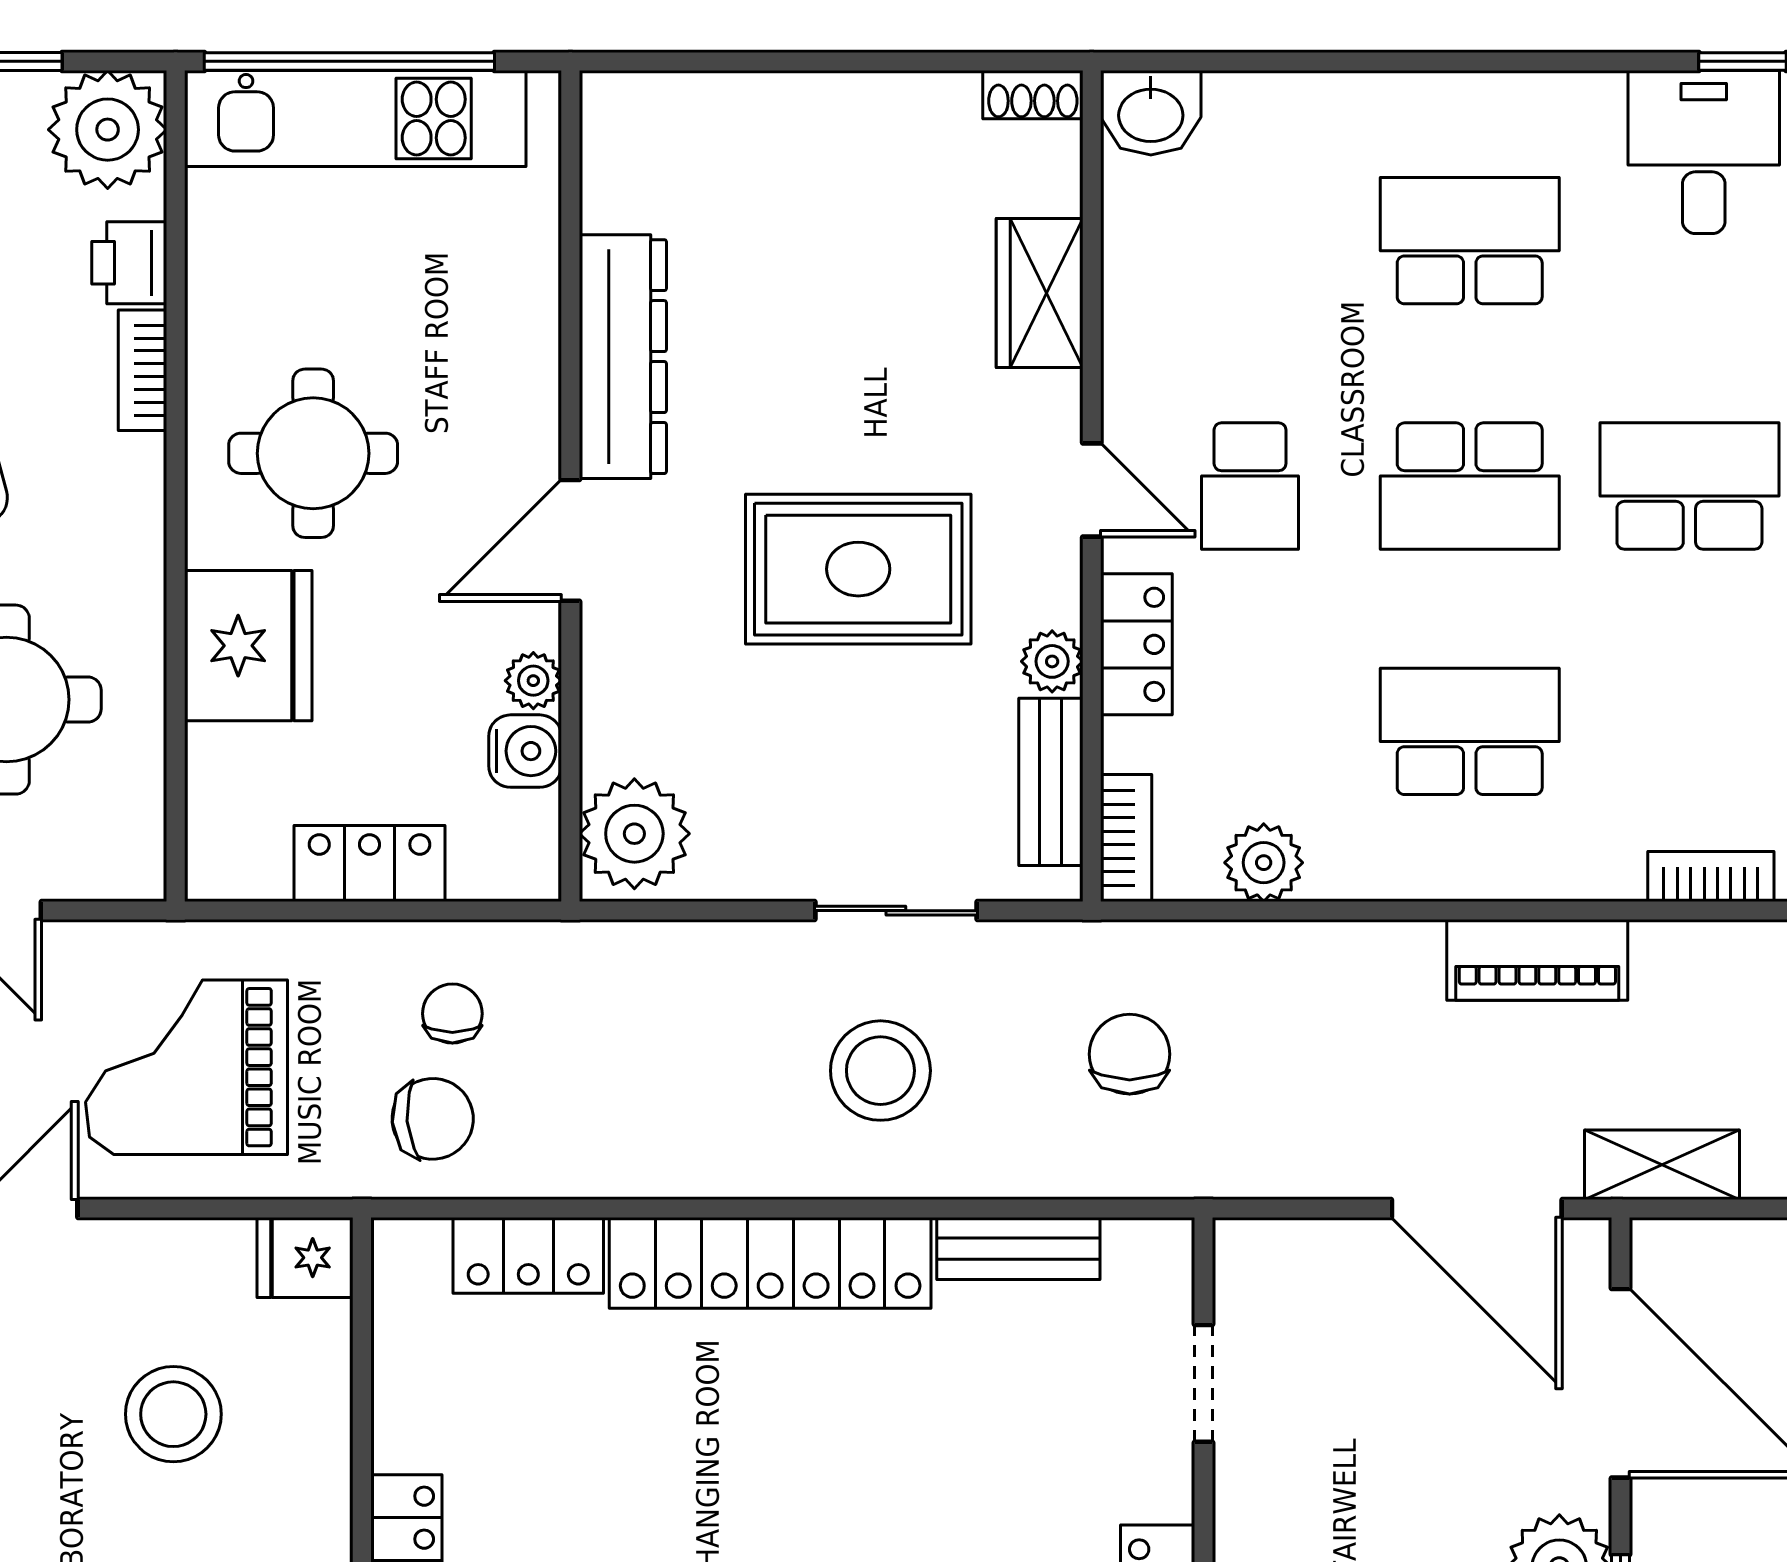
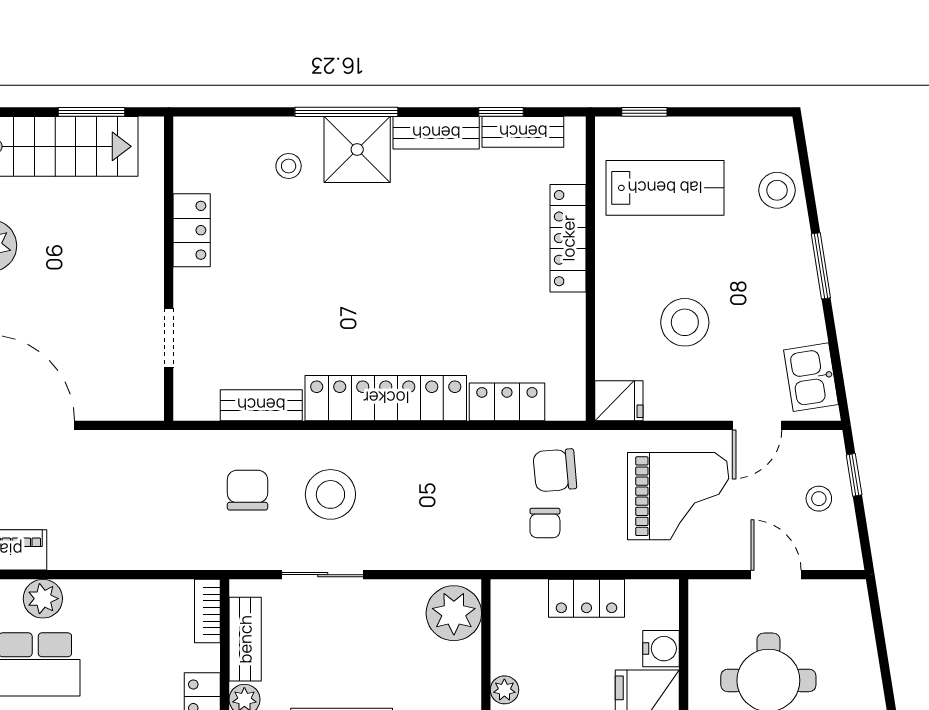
water cooler: (525, 751) -> (661, 649), moved, turned 180
plant: (1264, 863) -> (43, 599), moved
chair: (1130, 1054) -> (247, 490), moved, turned 180

